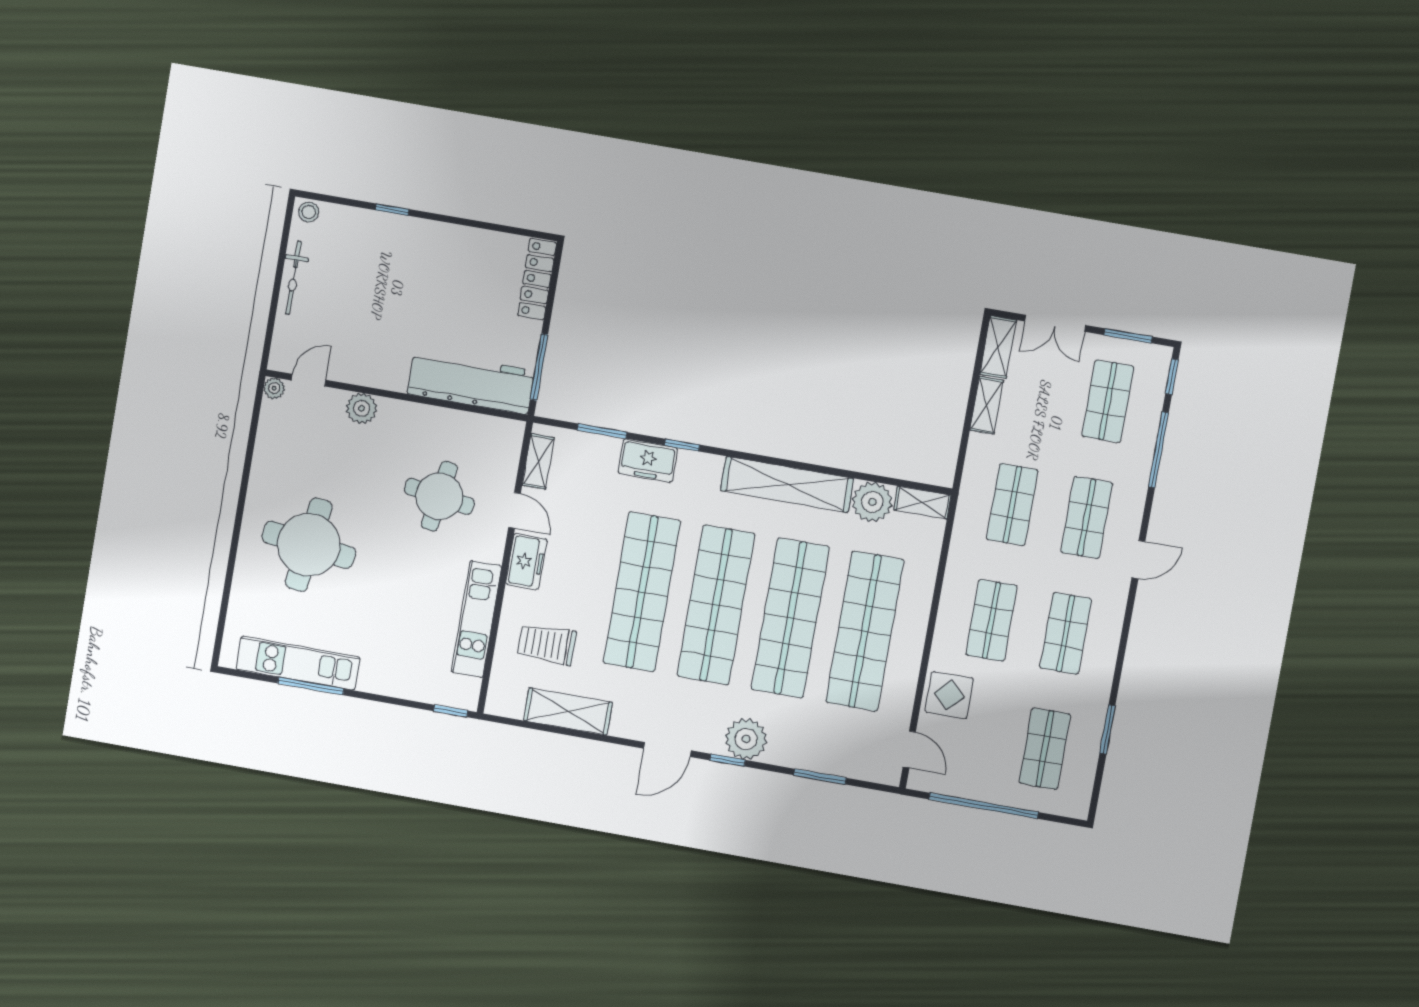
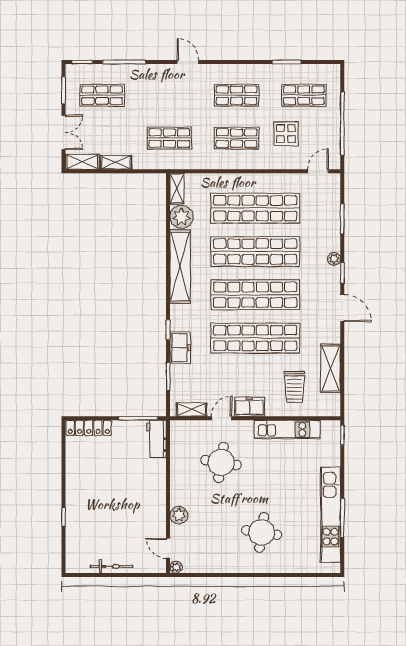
stool: (309, 212) -> (73, 564), removed
workbench: (471, 382) -> (156, 439), width x0.53, depth x0.76
shop shelf: (1087, 518) -> (169, 95), removed
round table: (309, 545) -> (262, 532), width x0.73, depth x0.73
kitchen unit: (298, 663) -> (330, 515), width x1.36
display table: (949, 695) -> (286, 134), moved
plant: (746, 739) -> (334, 259), width x0.53, depth x0.53

